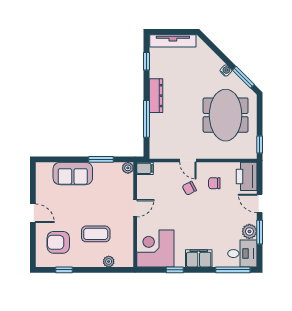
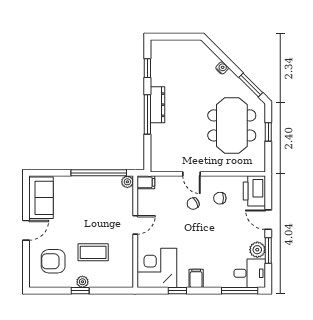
tv unit: (173, 41) -> (176, 46), removed
water cooler: (226, 71) -> (222, 68), moved
window: (147, 119) -> (147, 114), moved
window: (260, 144) -> (268, 132), moved
window: (101, 159) -> (99, 173), width x2.11
sofa: (73, 173) -> (41, 198), moved, turned -90
door: (33, 213) -> (26, 230), hinge flipped
filing cabinet: (199, 258) -> (196, 278), width x0.50
plant: (109, 262) -> (82, 282), moved
window: (64, 270) -> (80, 291), moved

